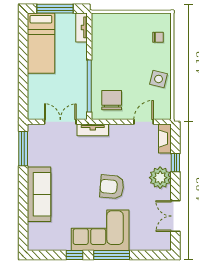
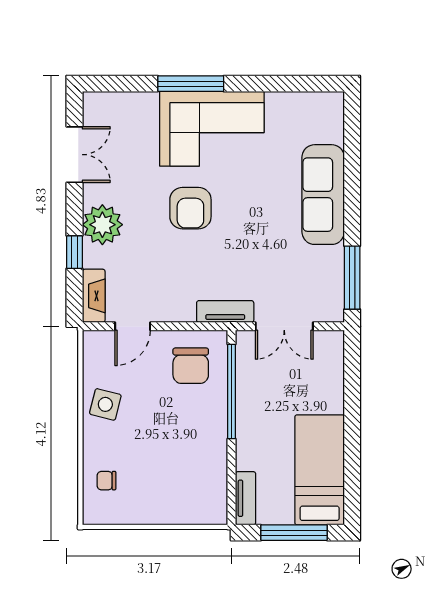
armchair: (112, 187) -> (190, 208), turned 85
window: (74, 255) -> (259, 84), removed

